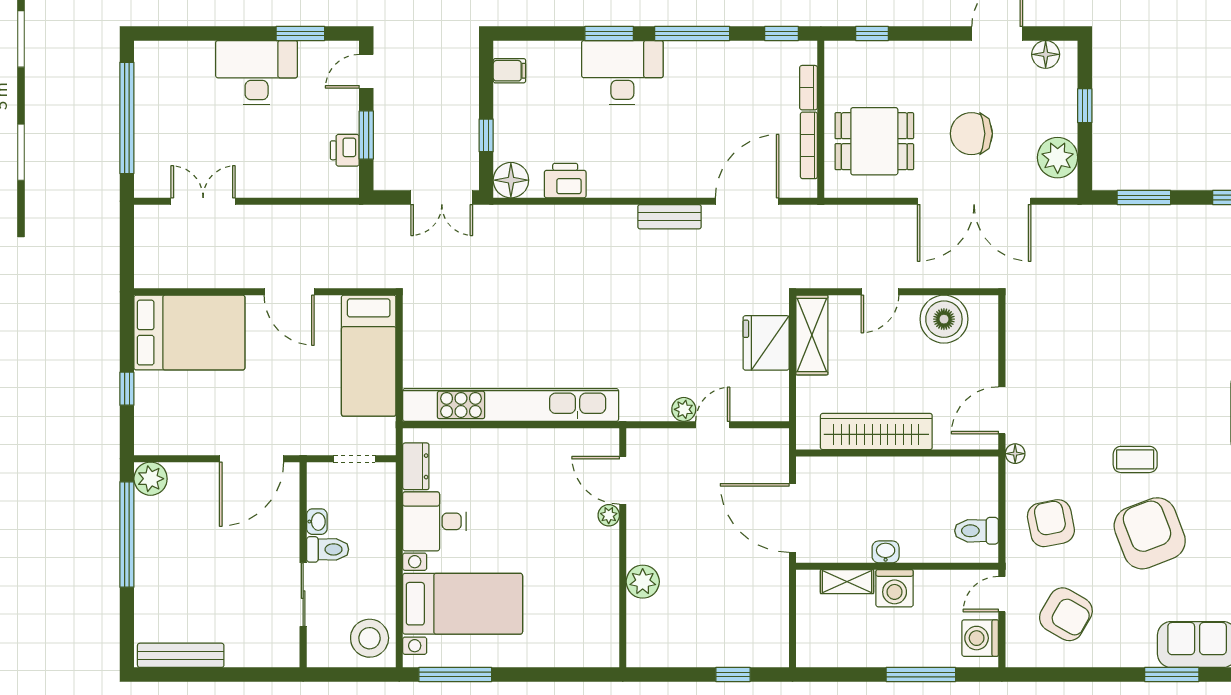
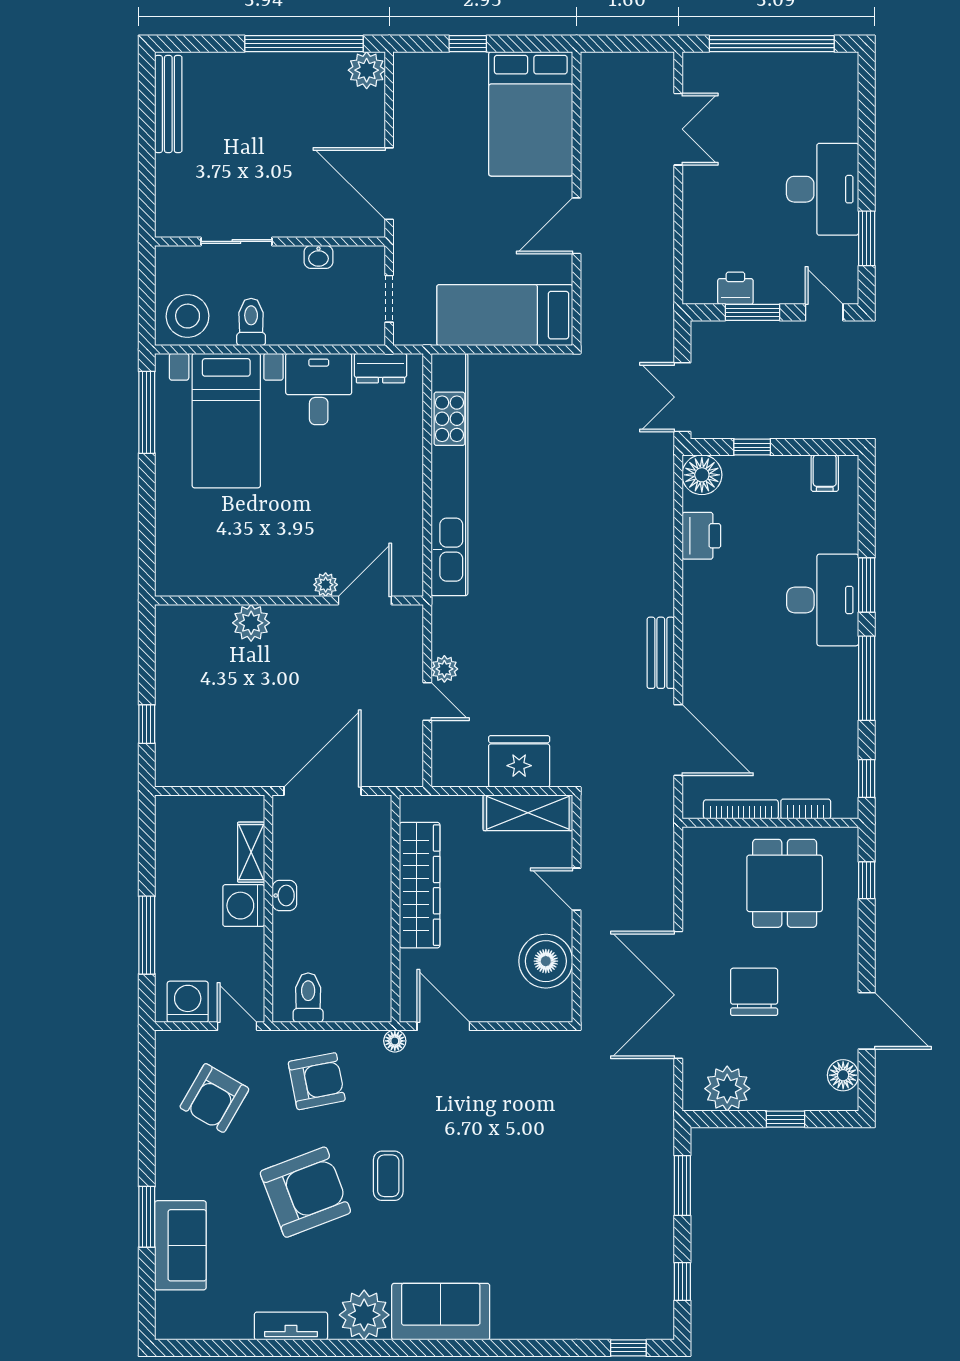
dining table: (874, 141) -> (785, 883), moved
toilet: (328, 549) -> (251, 322), moved, turned 180

